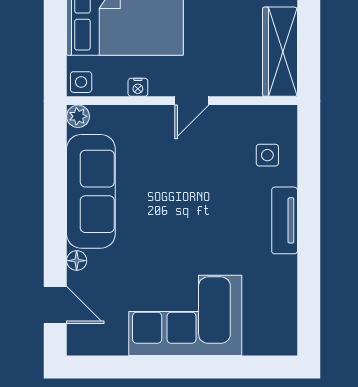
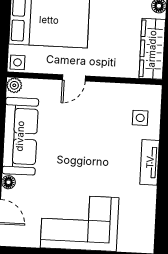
nightstand: (138, 87) -> (56, 68), removed
door: (192, 101) -> (74, 78), moved

